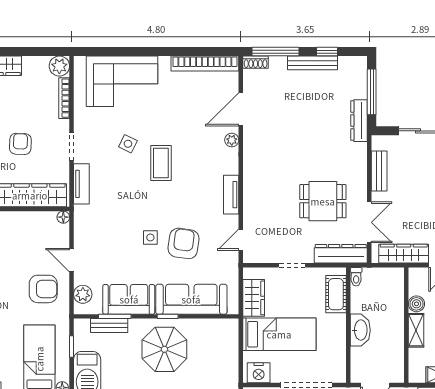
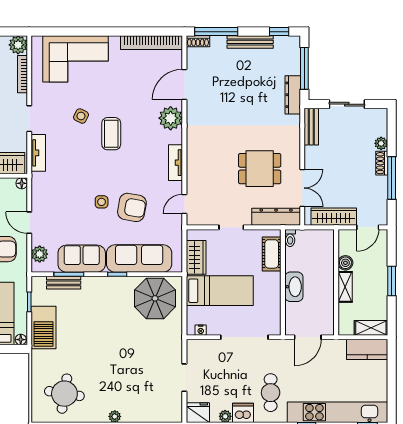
window: (327, 52) -> (279, 32), moved
plant: (232, 140) -> (171, 118), width x1.88, depth x1.88
bench: (379, 171) -> (311, 127), moved
armchair: (184, 243) -> (132, 207), turned 92
parasol: (164, 349) -> (155, 298), moved
nightstand: (259, 373) -> (201, 330), width x0.53, depth x0.56

